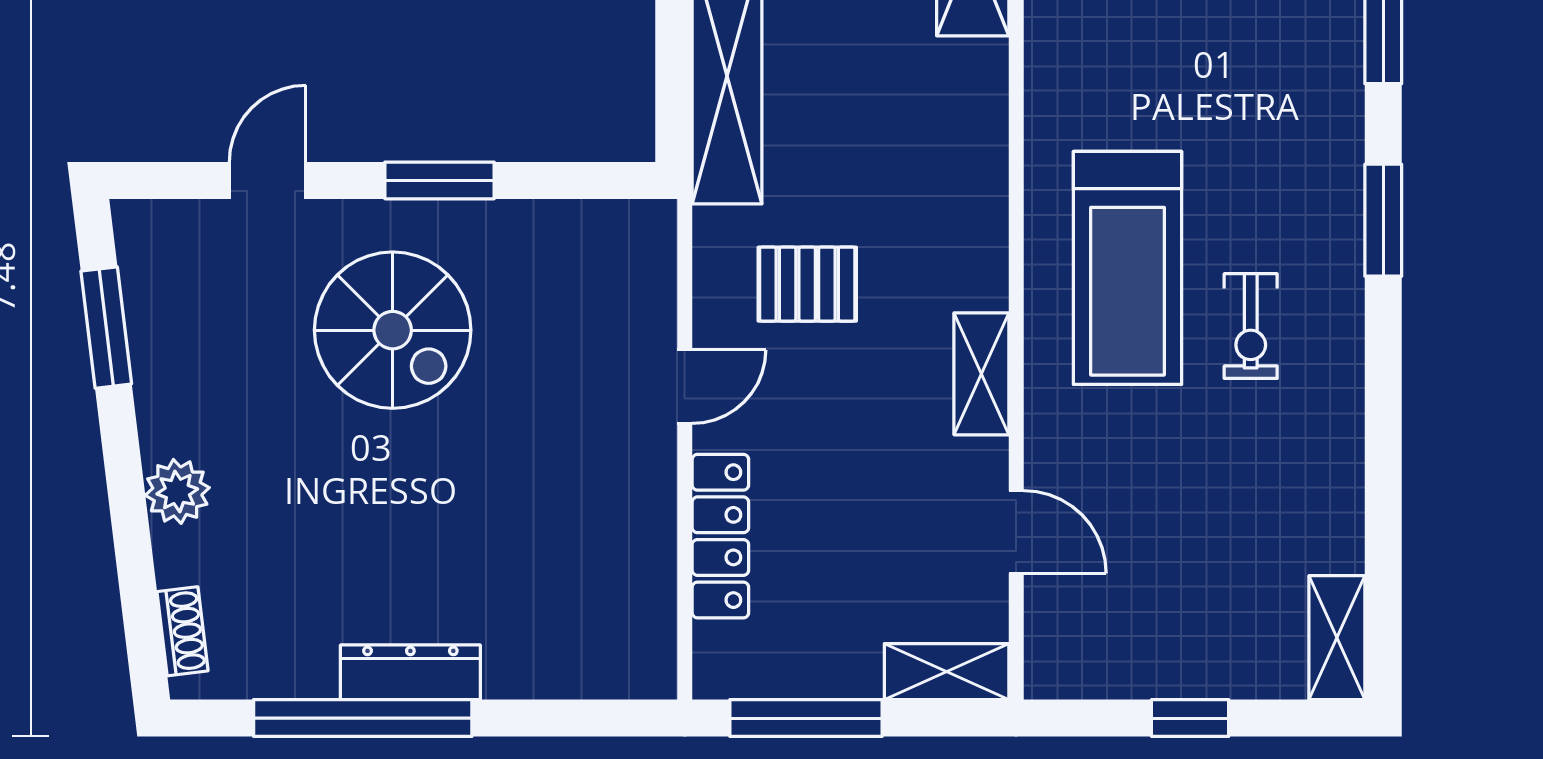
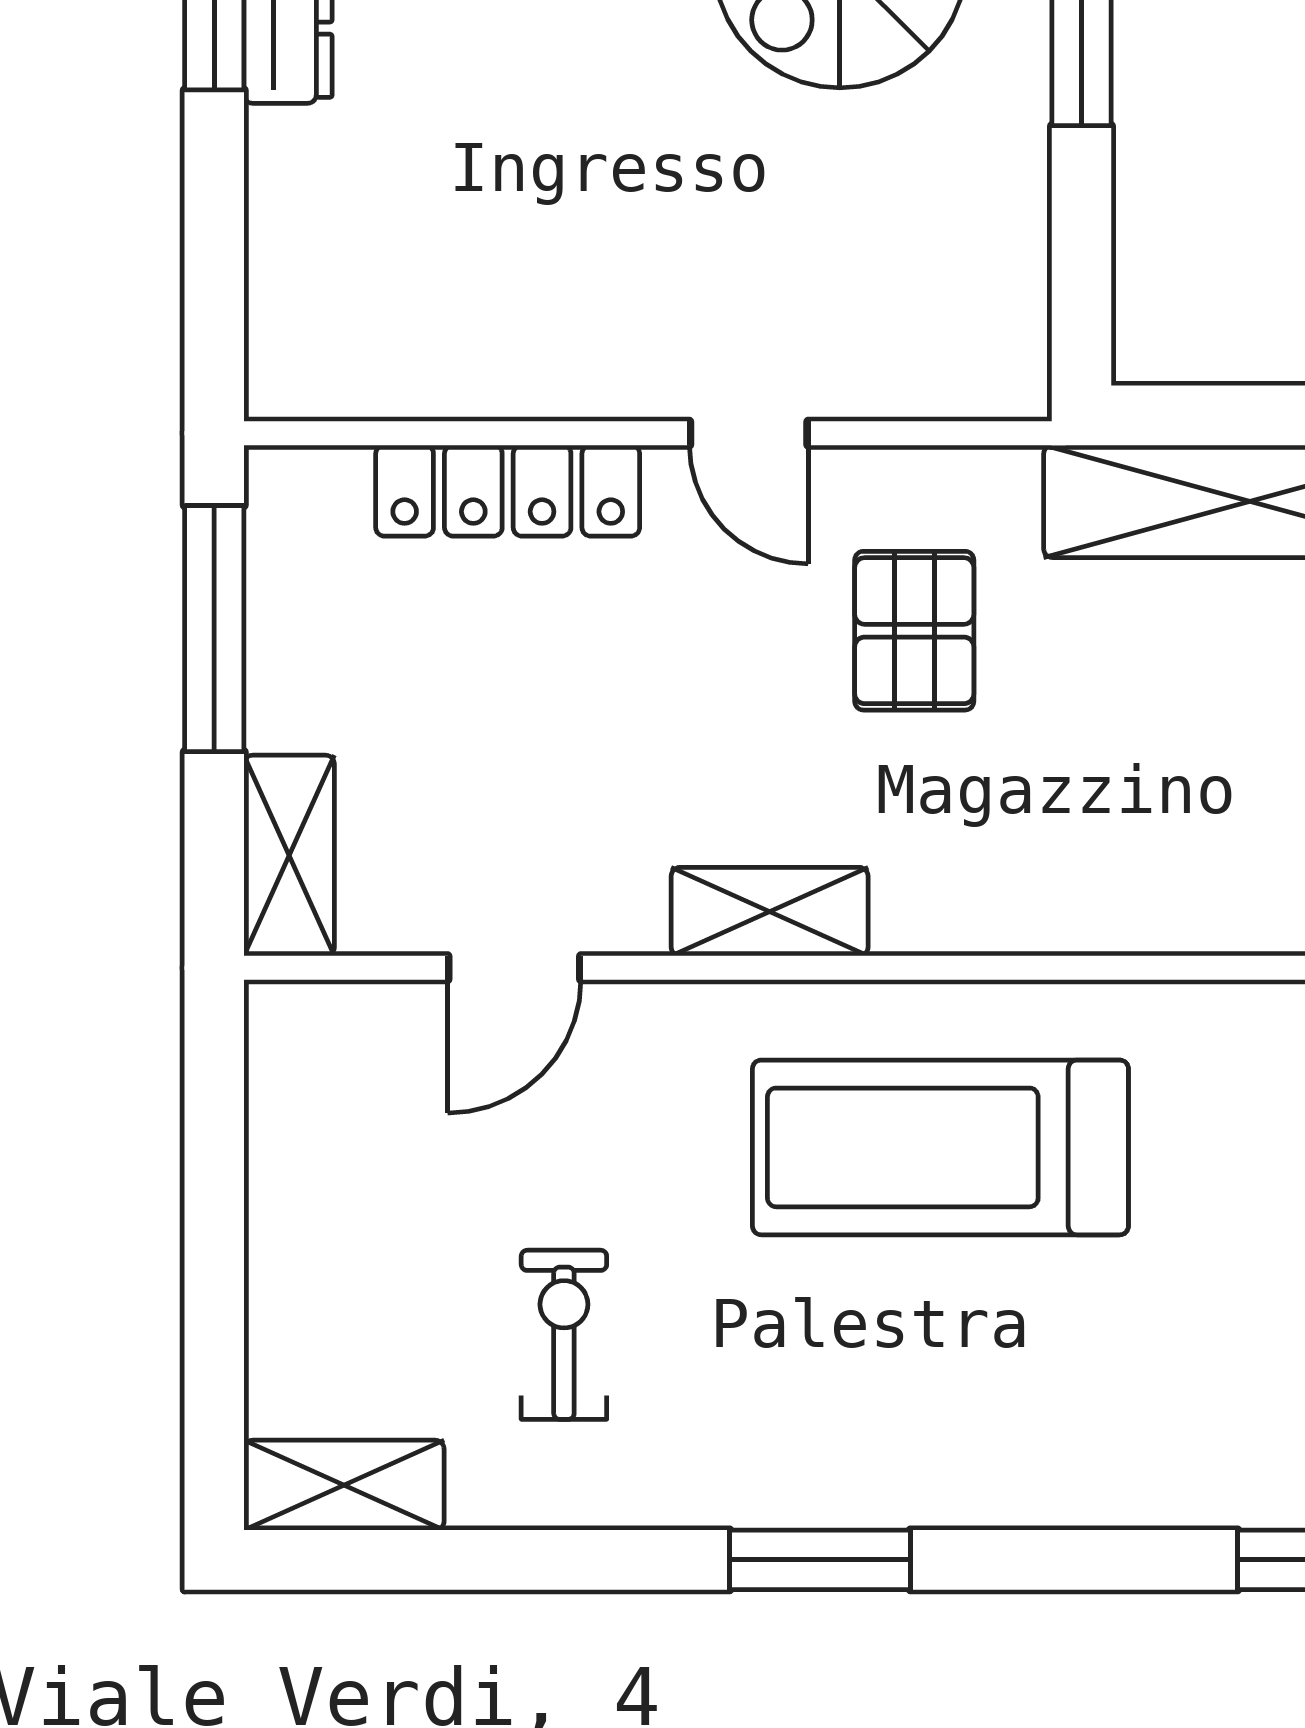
window: (1383, 220) -> (820, 1560), moved
exercise bike: (1251, 326) -> (564, 1335), moved, turned 90
window: (1190, 718) -> (214, 1248), removed

